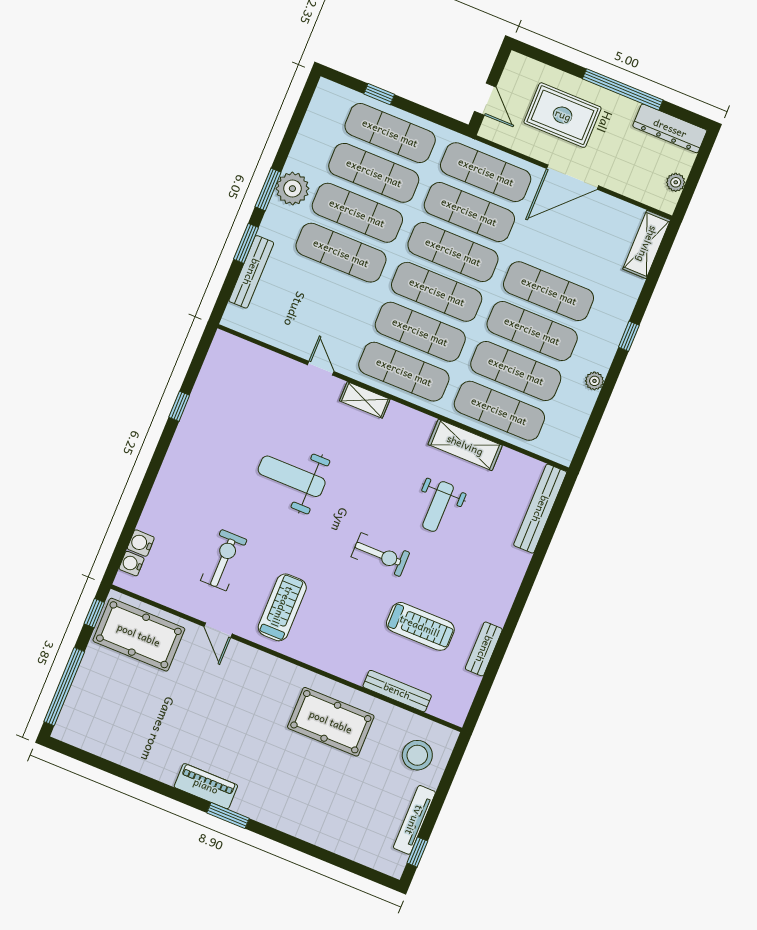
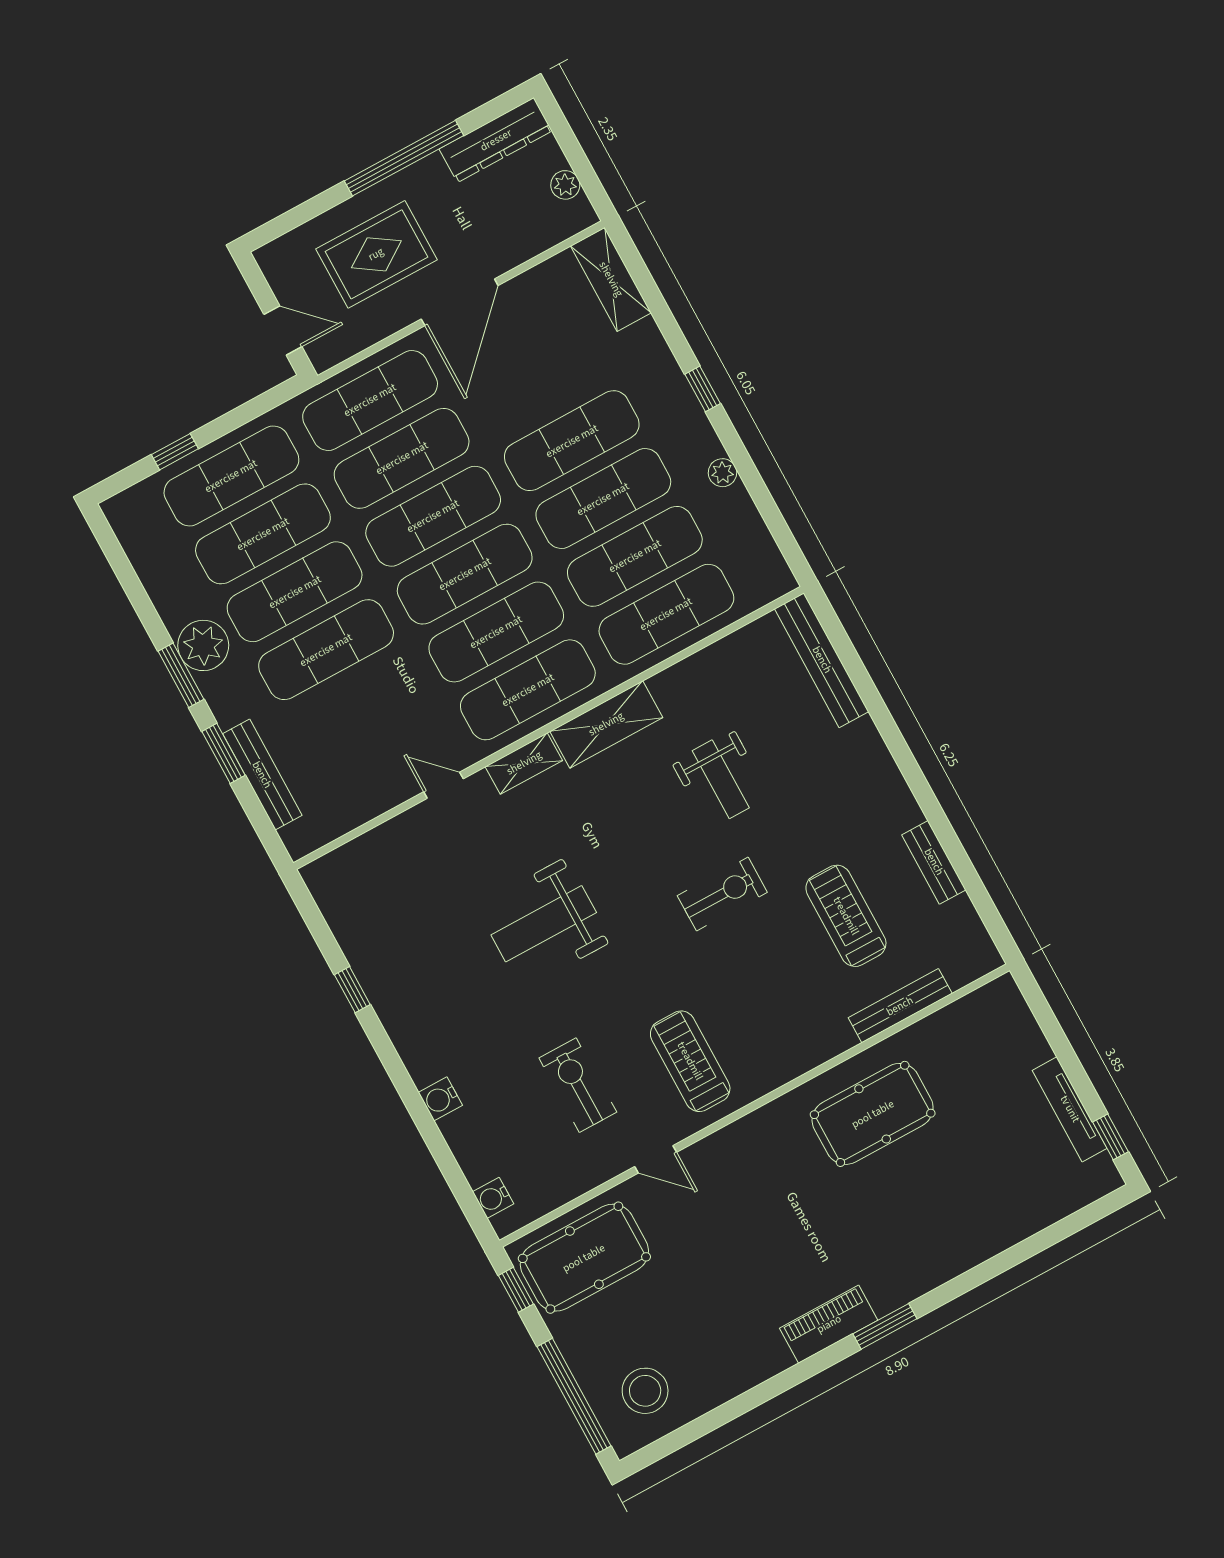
shelving: (465, 445) -> (606, 724), moved
water cooler: (141, 543) -> (440, 1099), moved
treadmill: (420, 626) -> (846, 916), turned -90
stool: (417, 755) -> (645, 1391), moved

